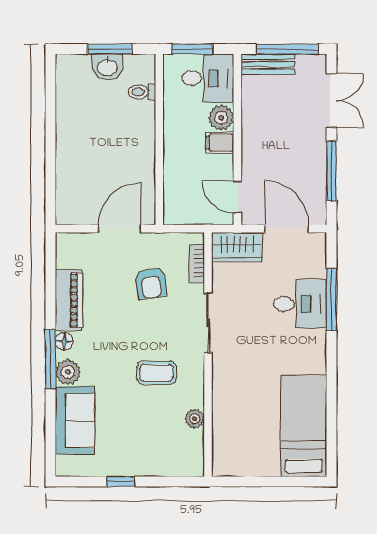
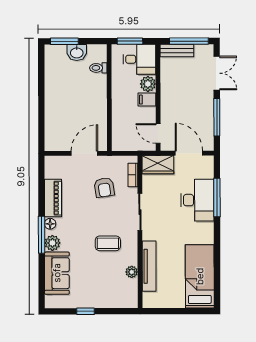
window: (110, 49) -> (64, 41), moved
desk: (300, 304) -> (197, 200), width x1.37
tv unit: (223, 409) -> (149, 266), added

